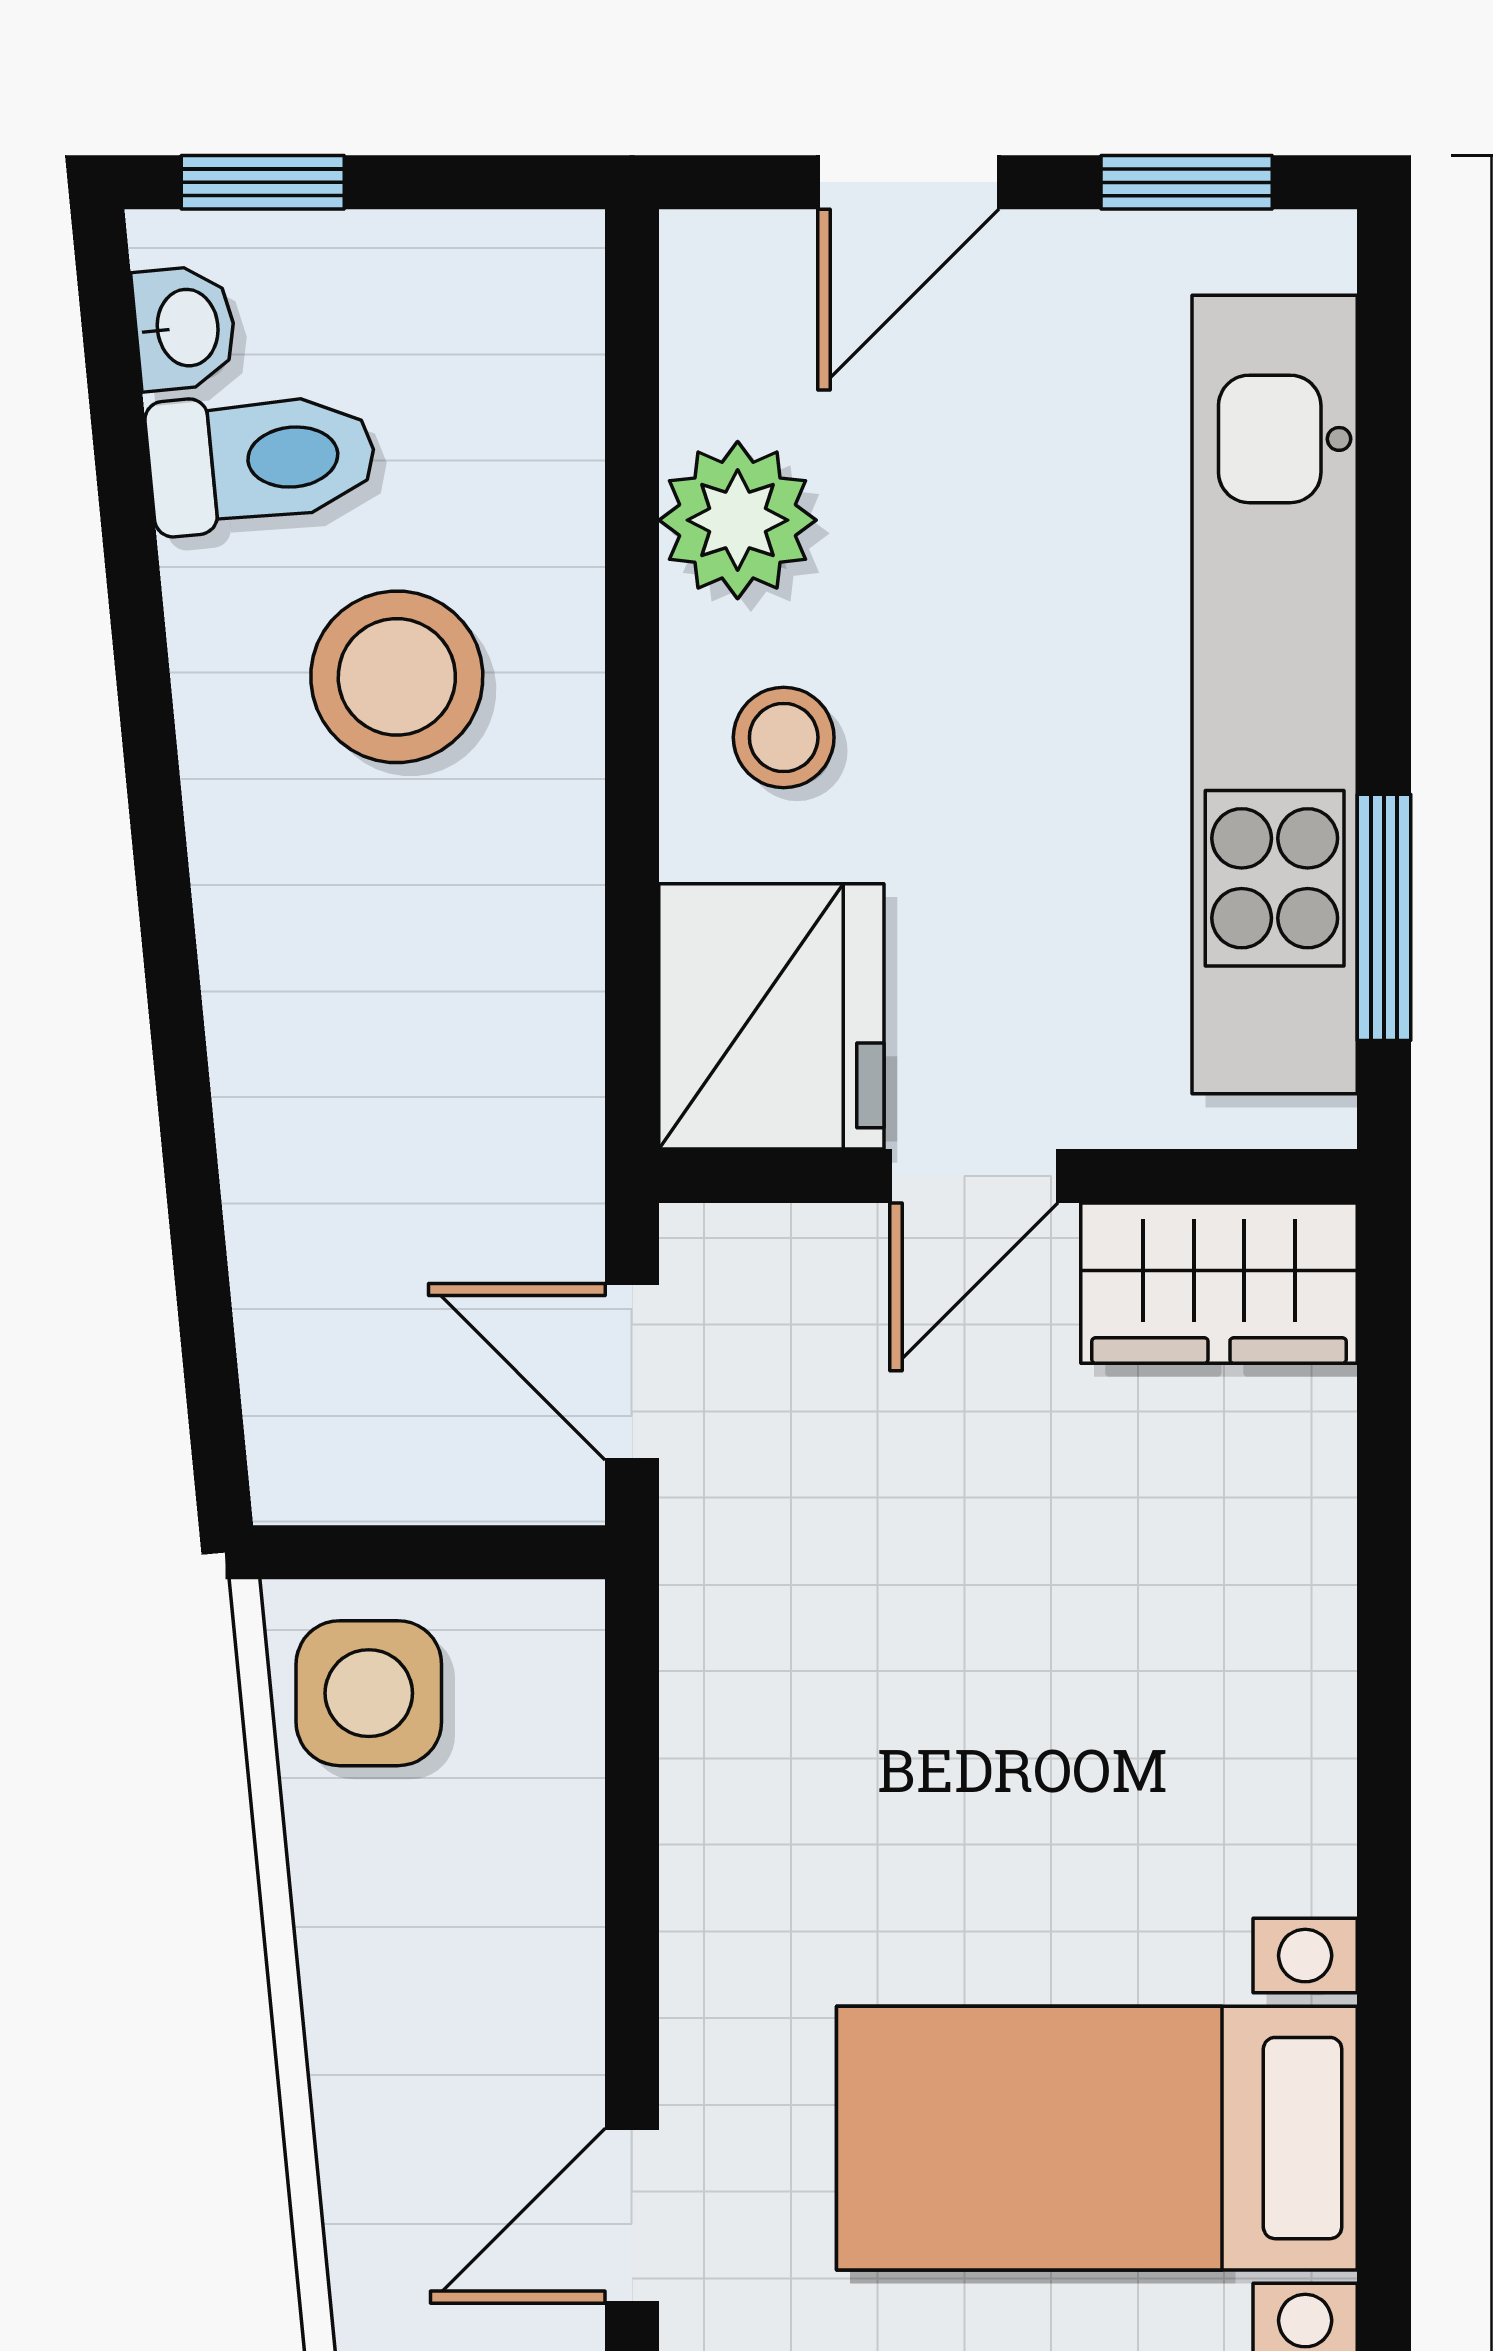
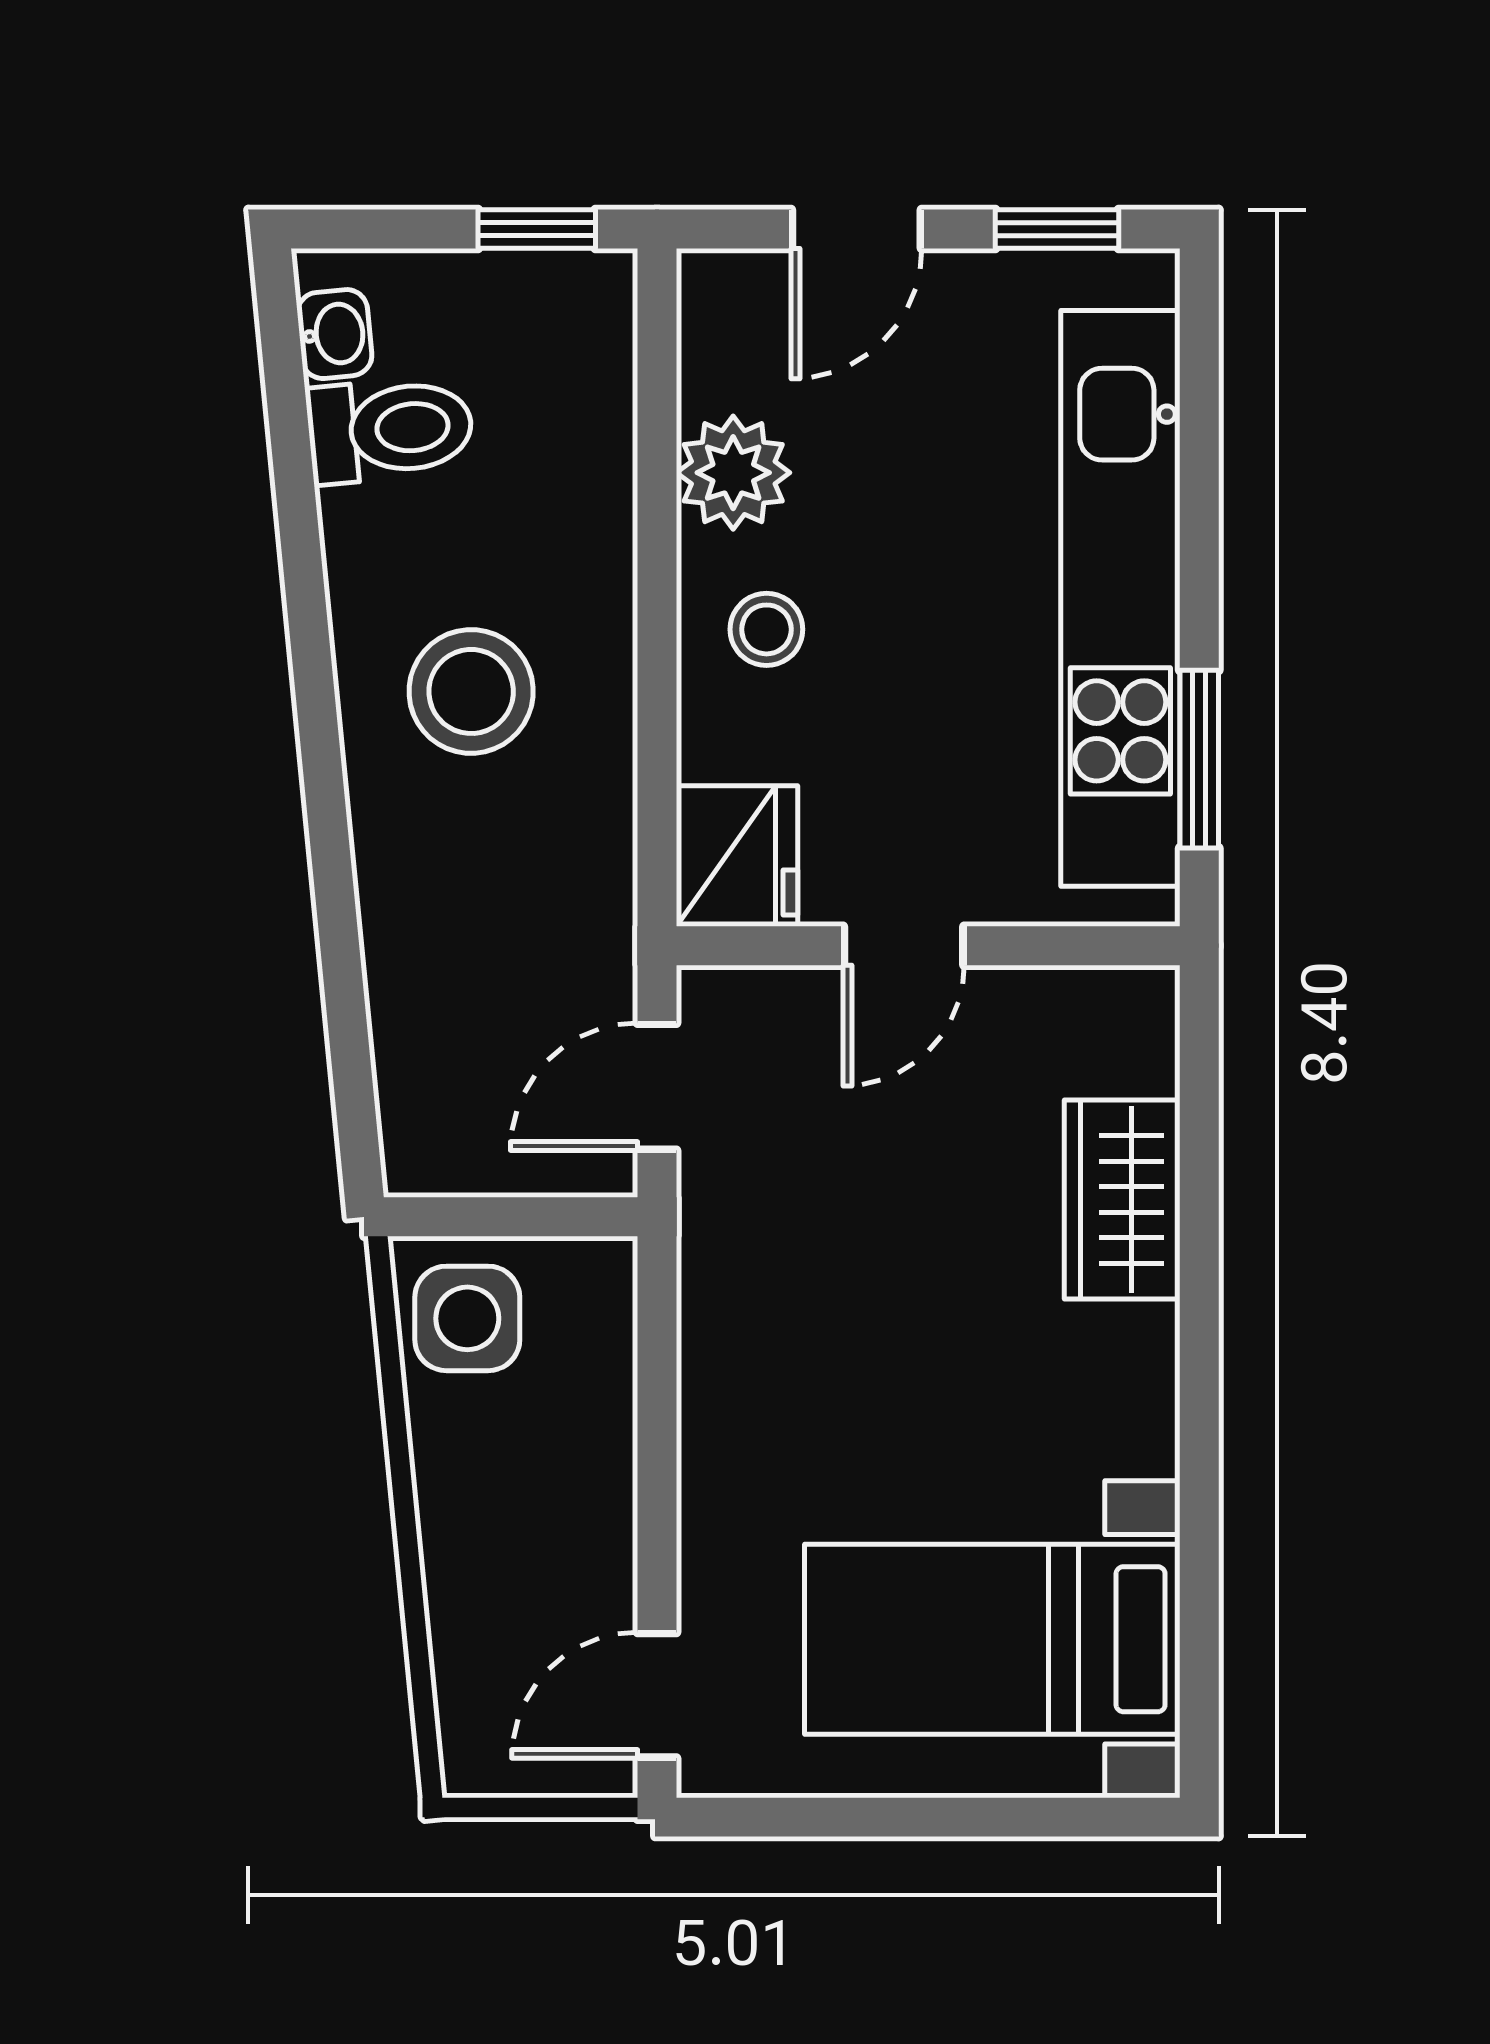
window: (263, 182) -> (537, 229), moved
stool: (397, 677) -> (471, 691), moved
fridge: (771, 1016) -> (737, 856), width x0.73, depth x0.75
wardrobe: (1219, 1283) -> (1122, 1199), moved, turned 90
door: (632, 1372) -> (657, 1087), hinge flipped

